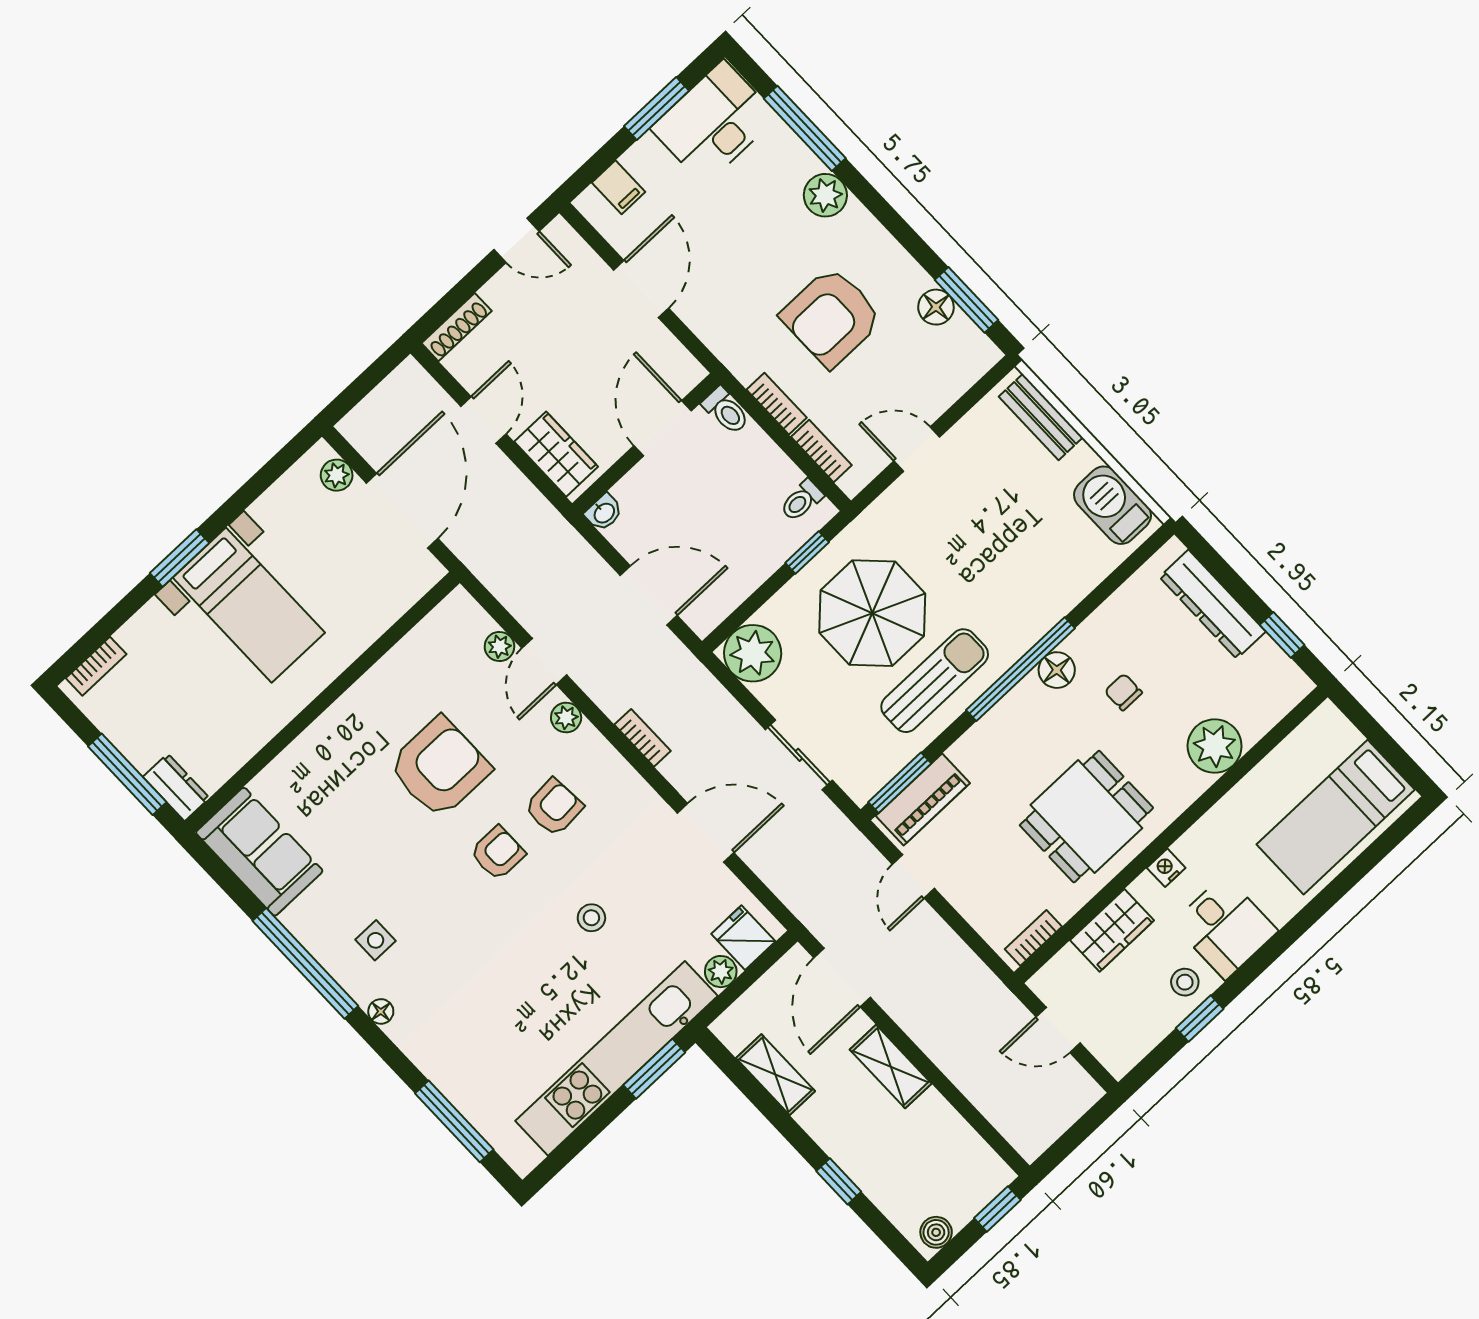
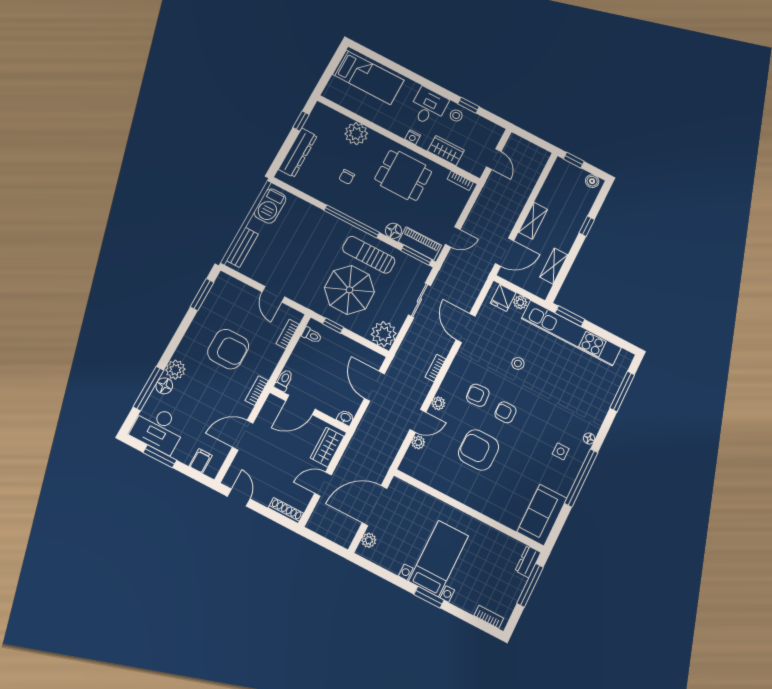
floor lamp: (936, 307) -> (164, 386), moved
bookcase: (777, 404) -> (257, 391), moved
floor lamp: (1057, 670) -> (393, 231), moved

